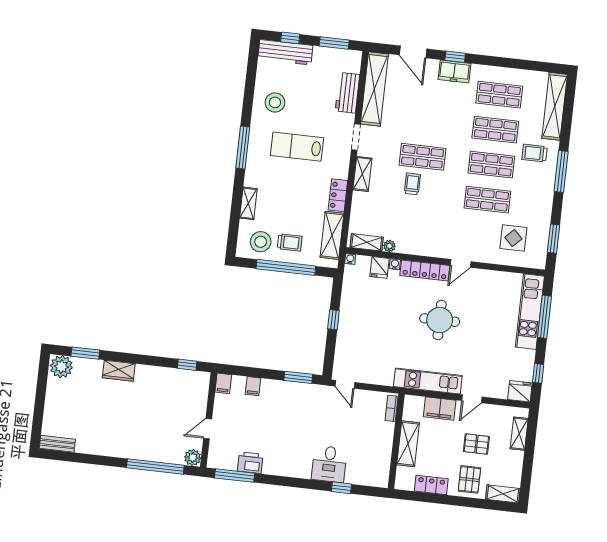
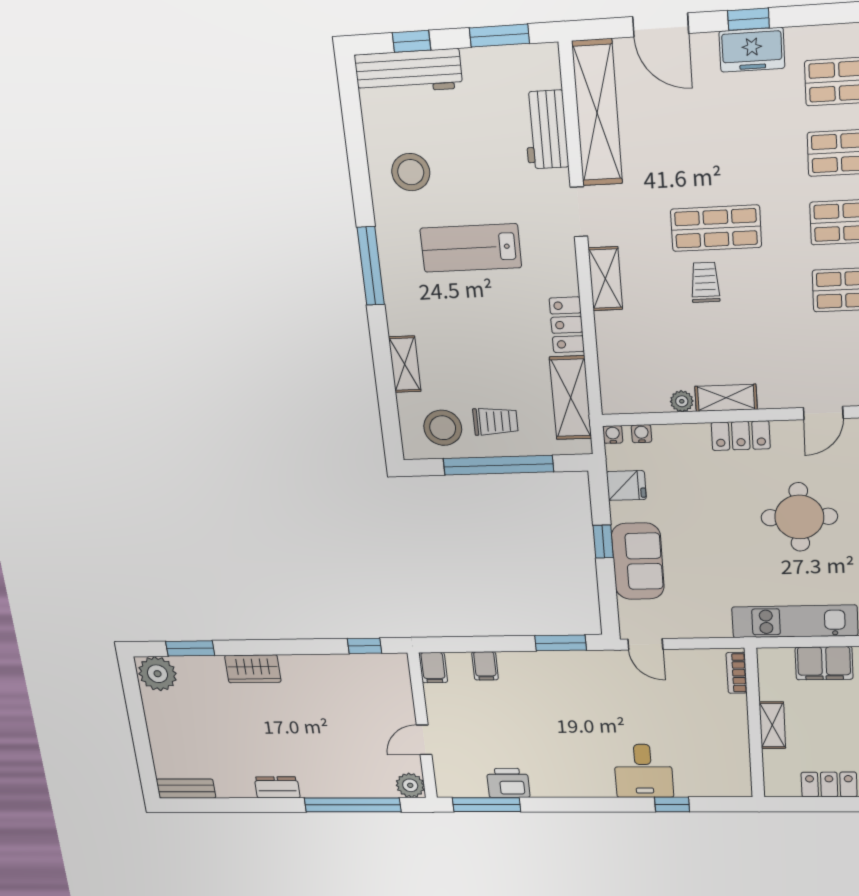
shelving: (367, 242) -> (726, 398), moved
water cooler: (395, 264) -> (641, 434), moved
fridge: (379, 267) -> (626, 486), moved, turned -90
locker: (425, 271) -> (741, 436), width x0.66
sofa: (350, 334) -> (638, 561), added
shelving: (408, 444) -> (772, 725), width x0.67, depth x0.75
dresser: (113, 450) -> (277, 787), added

